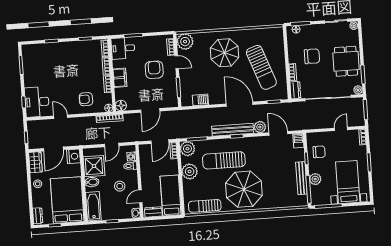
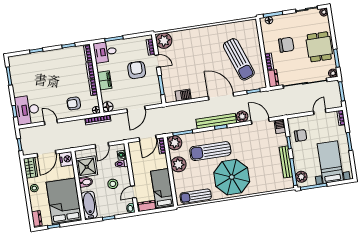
parasol: (225, 53) -> (202, 48), removed
plant: (315, 179) -> (301, 177), moved

